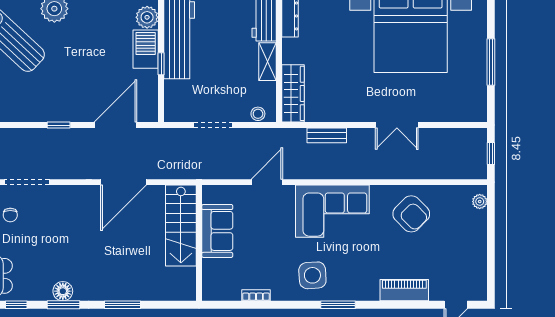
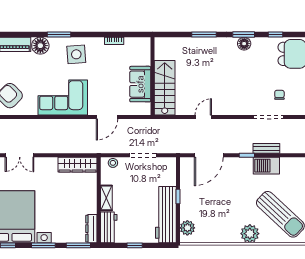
barbecue: (146, 49) -> (266, 166), moved, turned 90
wardrobe: (293, 93) -> (78, 165), moved, turned -90
double door: (397, 125) -> (20, 155), swing flipped
bench: (327, 135) -> (266, 148), moved
door: (123, 182) -> (203, 117), width x0.53
floor lamp: (366, 288) -> (40, 46), added

